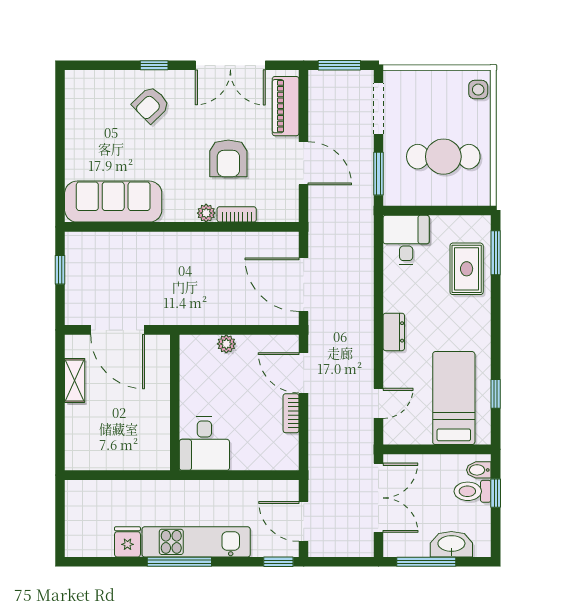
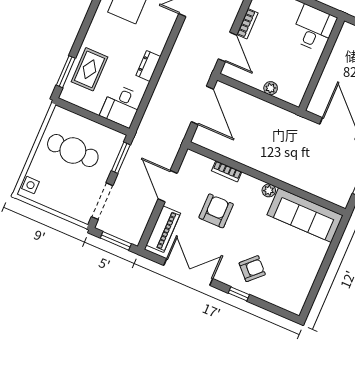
plant: (206, 213) -> (269, 190), moved
dresser: (394, 332) -> (148, 66), moved

